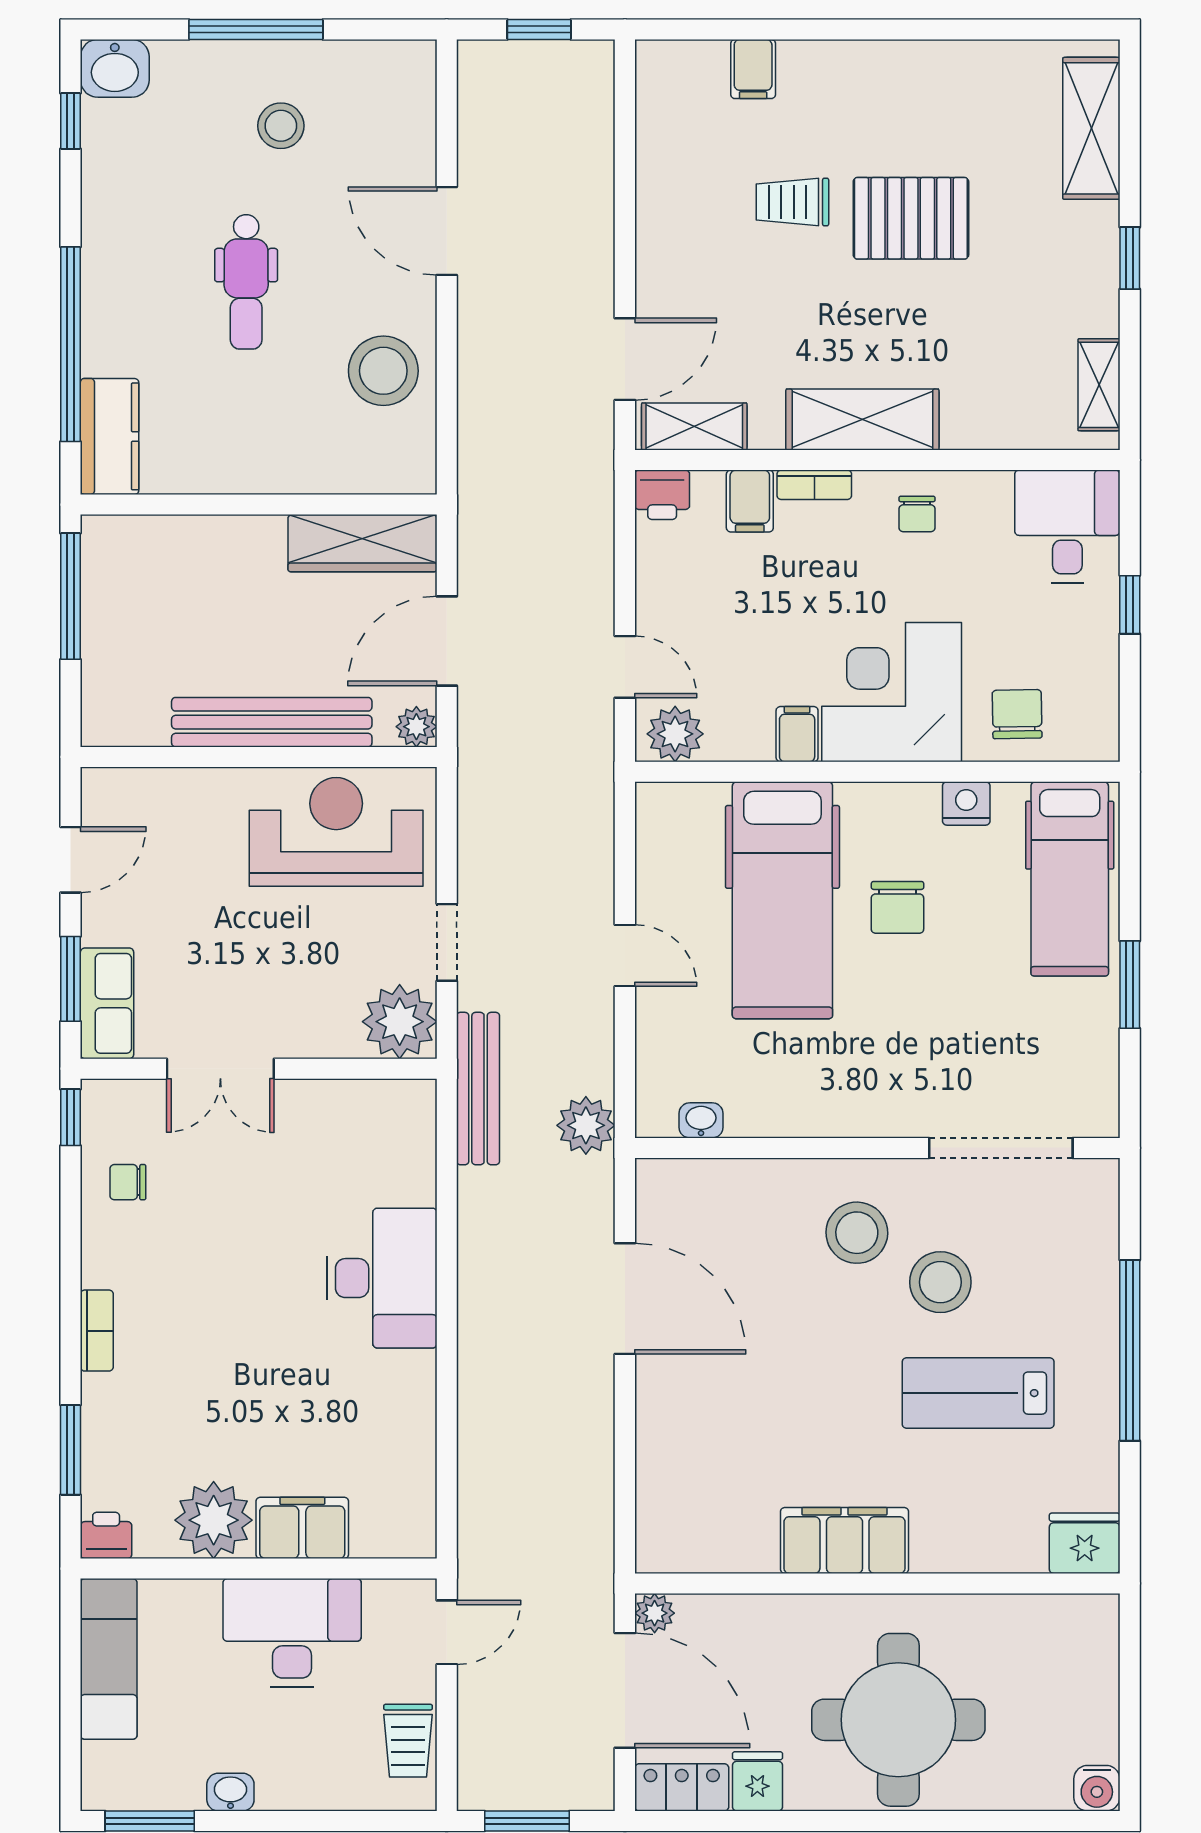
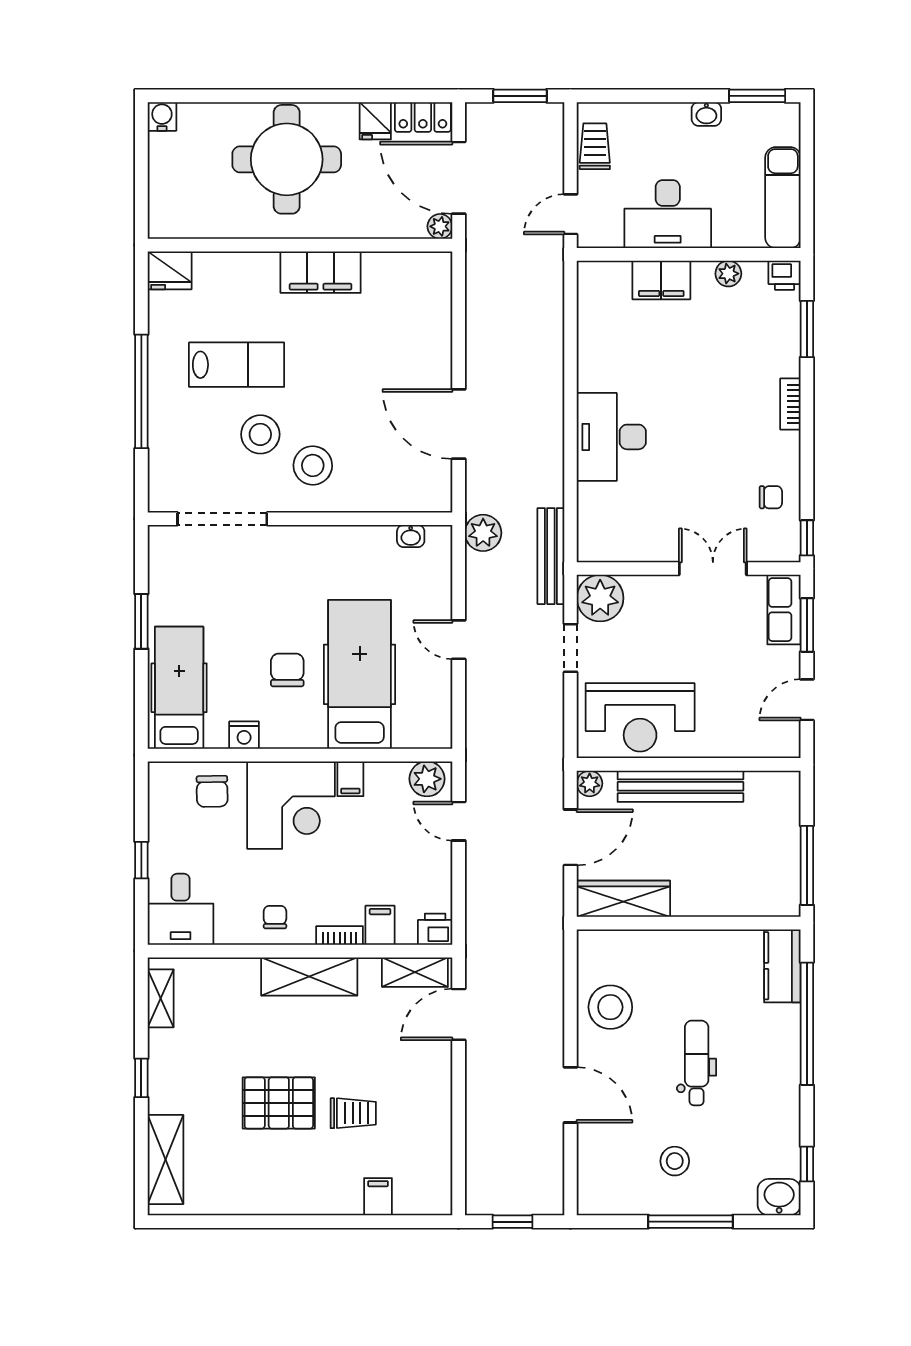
plant: (214, 1520) -> (728, 274), width x0.53, depth x0.53

